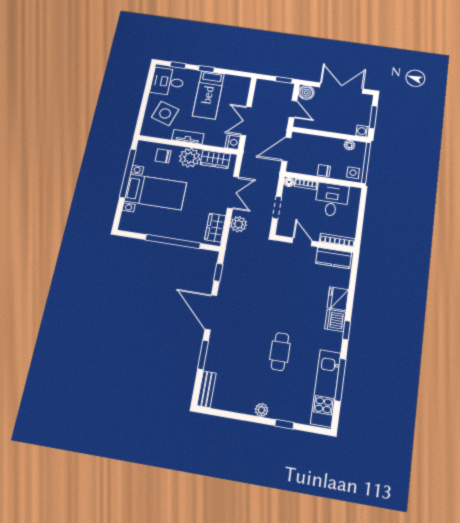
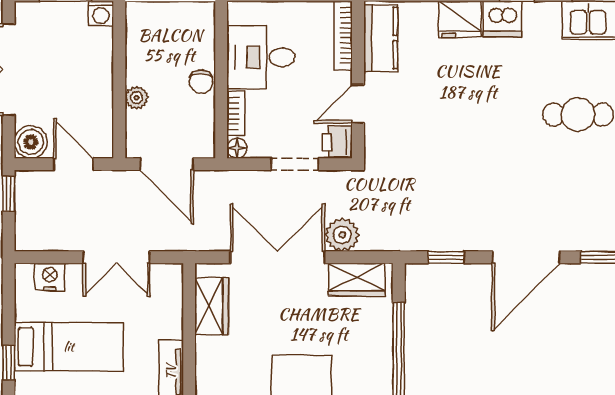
door: (293, 109) -> (74, 164), hinge flipped
nightstand: (233, 142) -> (50, 277), moved
plant: (349, 145) -> (137, 98), moved
plant: (190, 158) -> (217, 359), removed
side table: (353, 173) -> (196, 22), removed
double door: (233, 192) -> (277, 257), width x1.37
printer: (285, 229) -> (337, 142), added

